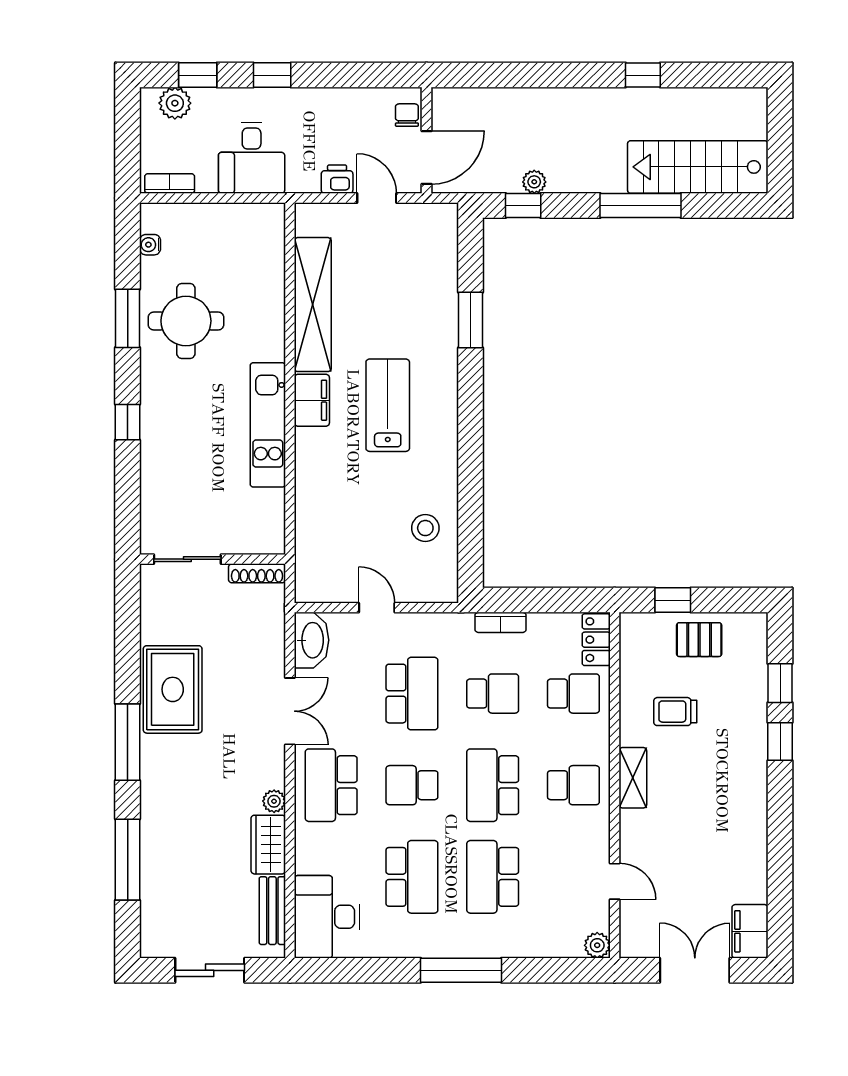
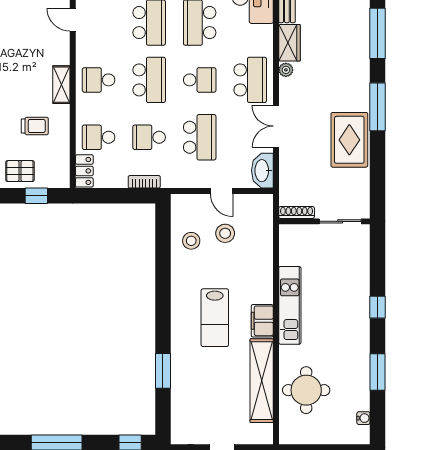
round table: (186, 321) -> (306, 390), moved
stool: (371, 540) -> (225, 233), added
school desk: (412, 694) -> (200, 137), turned 180

